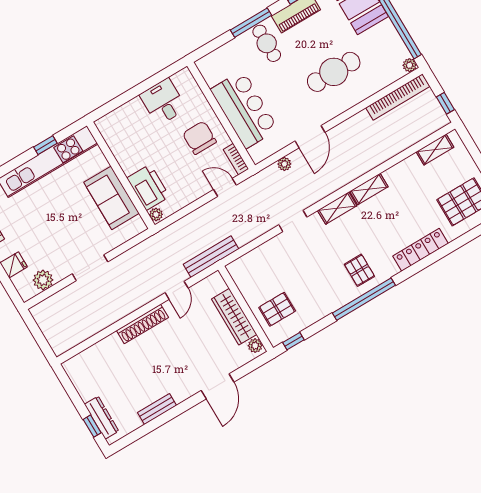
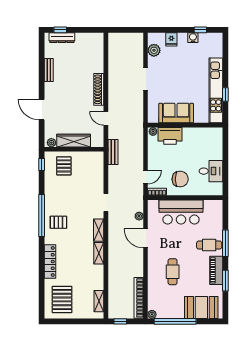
cafe table: (334, 72) -> (173, 272), width x0.73, depth x0.74
bench: (211, 257) -> (113, 152), width x0.73

